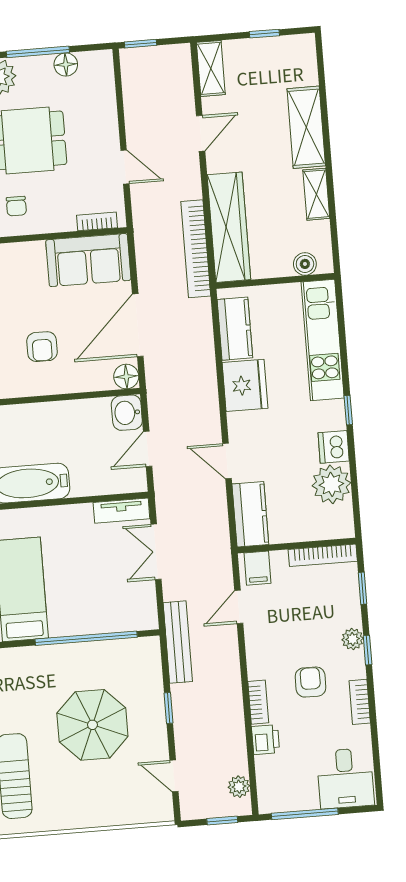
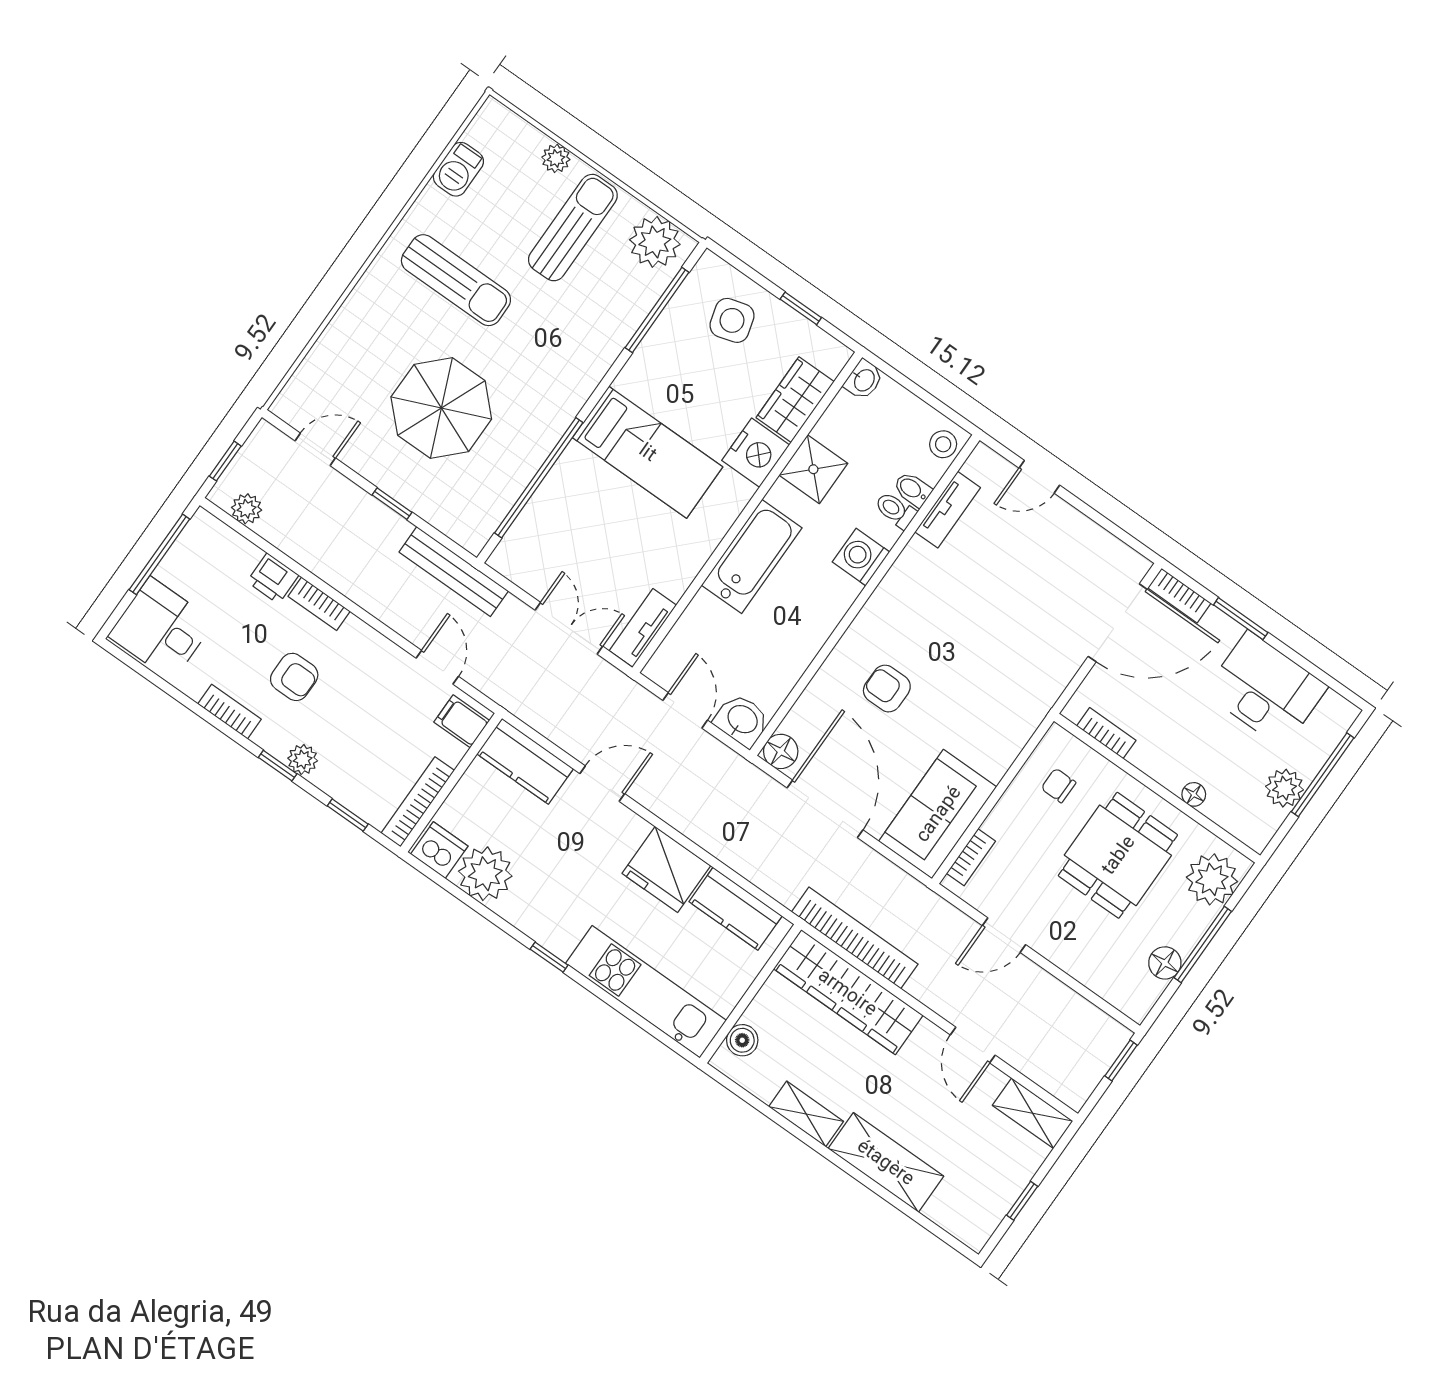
dishwasher: (334, 447) -> (439, 850), moved

